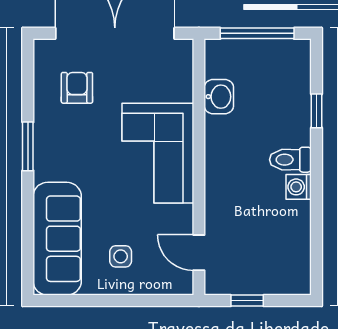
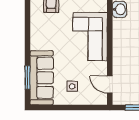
window: (28, 146) -> (27, 78), moved

